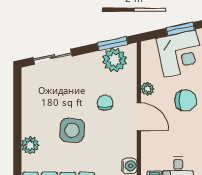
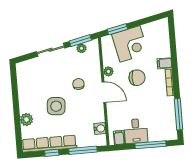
window: (180, 29) -> (117, 29), moved
sliding door: (53, 57) -> (51, 50), moved
plant: (114, 60) -> (81, 48), width x0.53, depth x0.53

